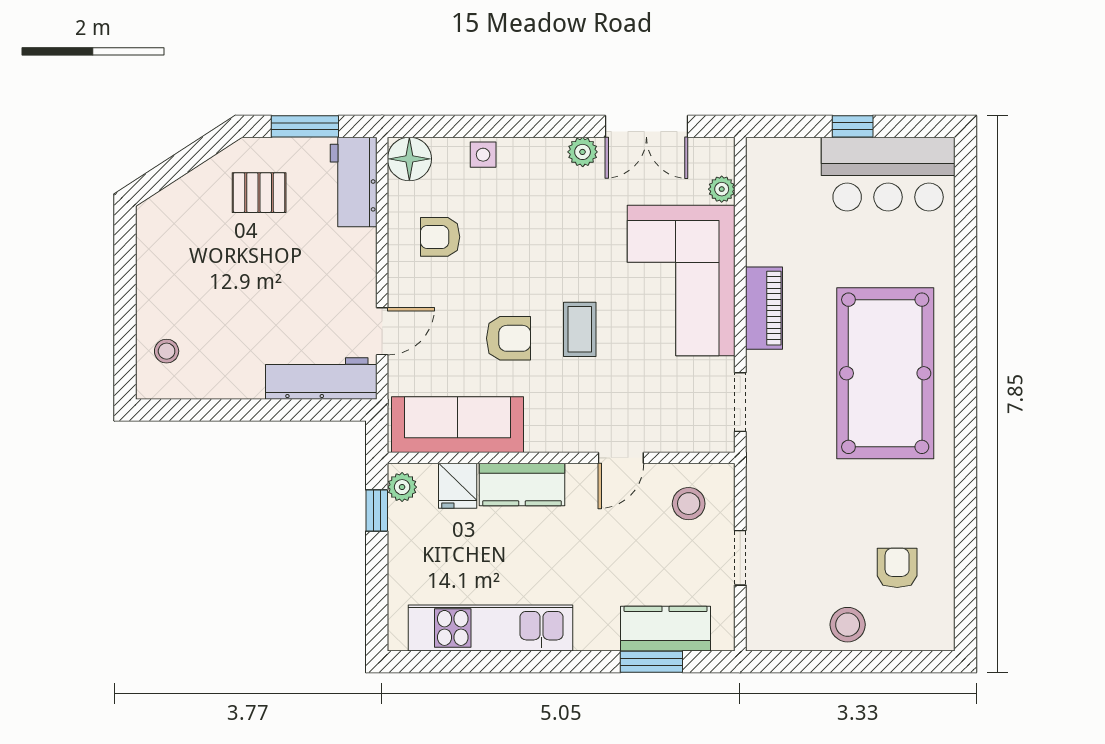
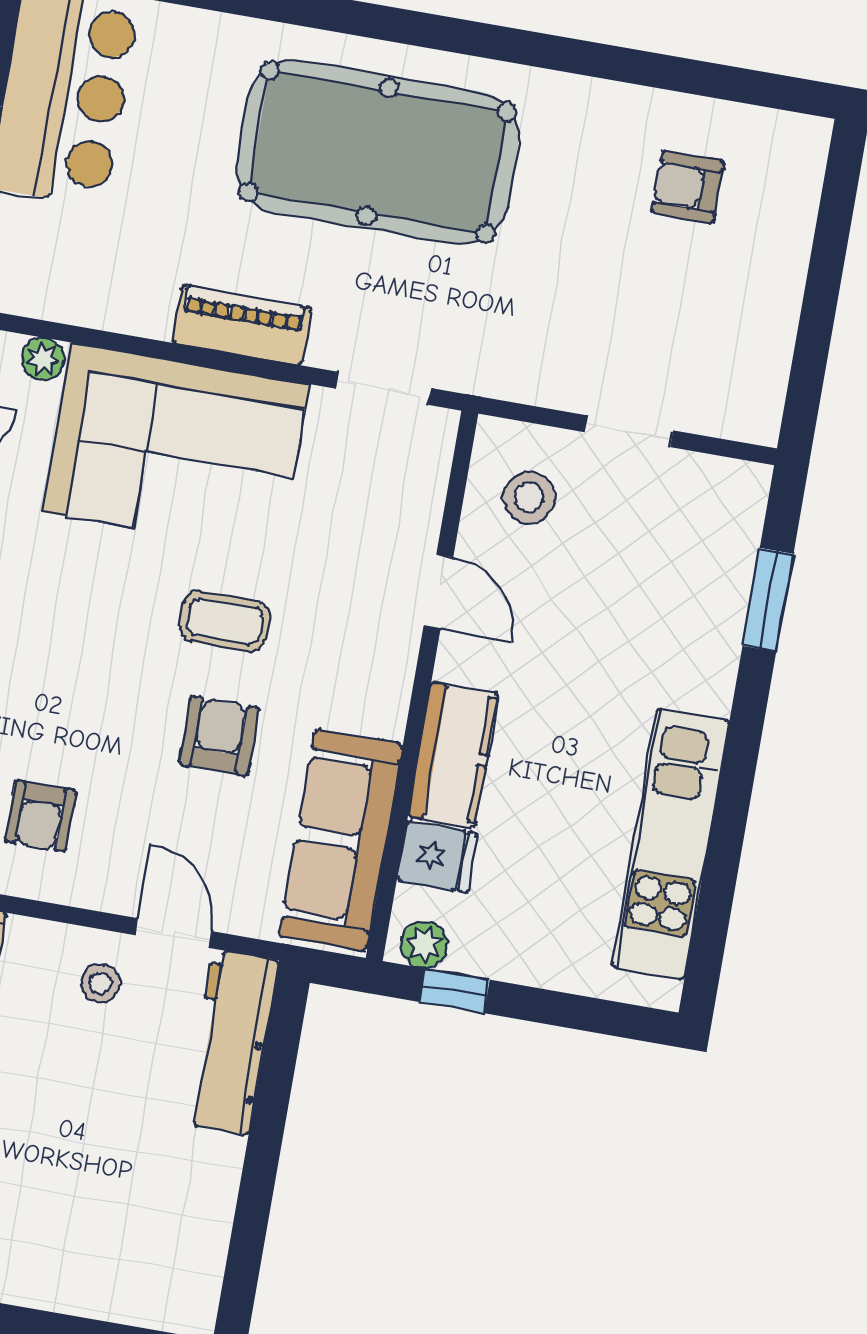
stool: (167, 351) -> (100, 983), moved
stool: (848, 625) -> (763, 280), removed
kitchen counter: (666, 629) -> (720, 568), removed

